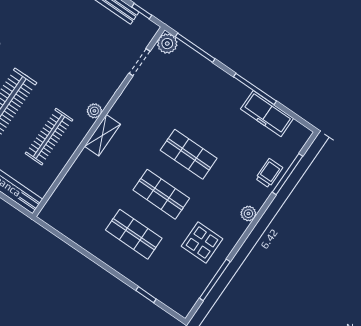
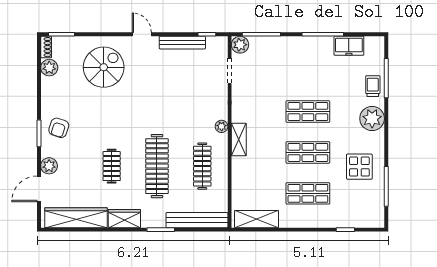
freezer: (267, 114) -> (349, 46), width x0.71
plant: (248, 214) -> (372, 119), width x1.87, depth x1.87
shelving: (66, 225) -> (257, 219), added

